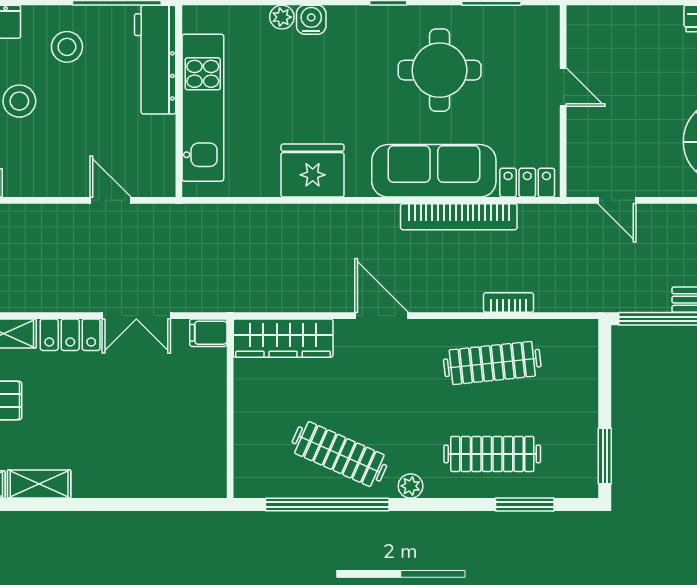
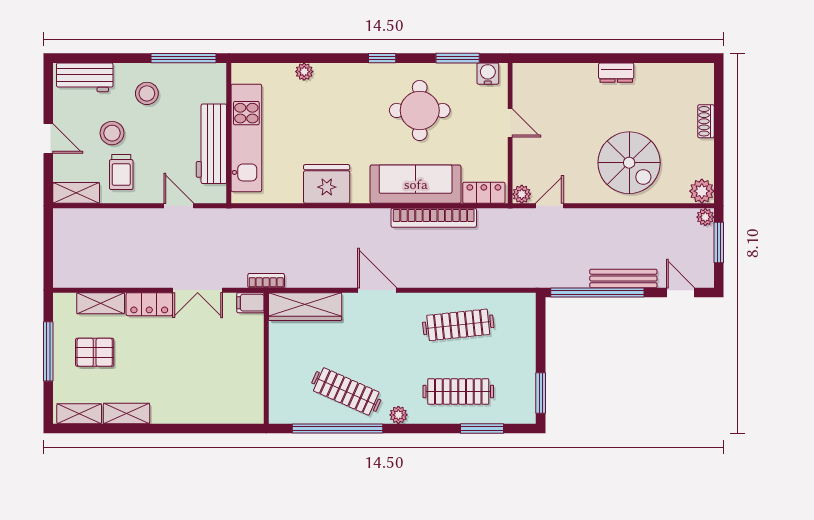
water cooler: (311, 20) -> (488, 74), moved
workbench: (155, 60) -> (211, 144), moved
trolley: (32, 154) -> (121, 172), added
plant: (579, 185) -> (522, 194), added
door: (617, 200) -> (550, 206), swing flipped
bookcase: (509, 302) -> (266, 281), moved

